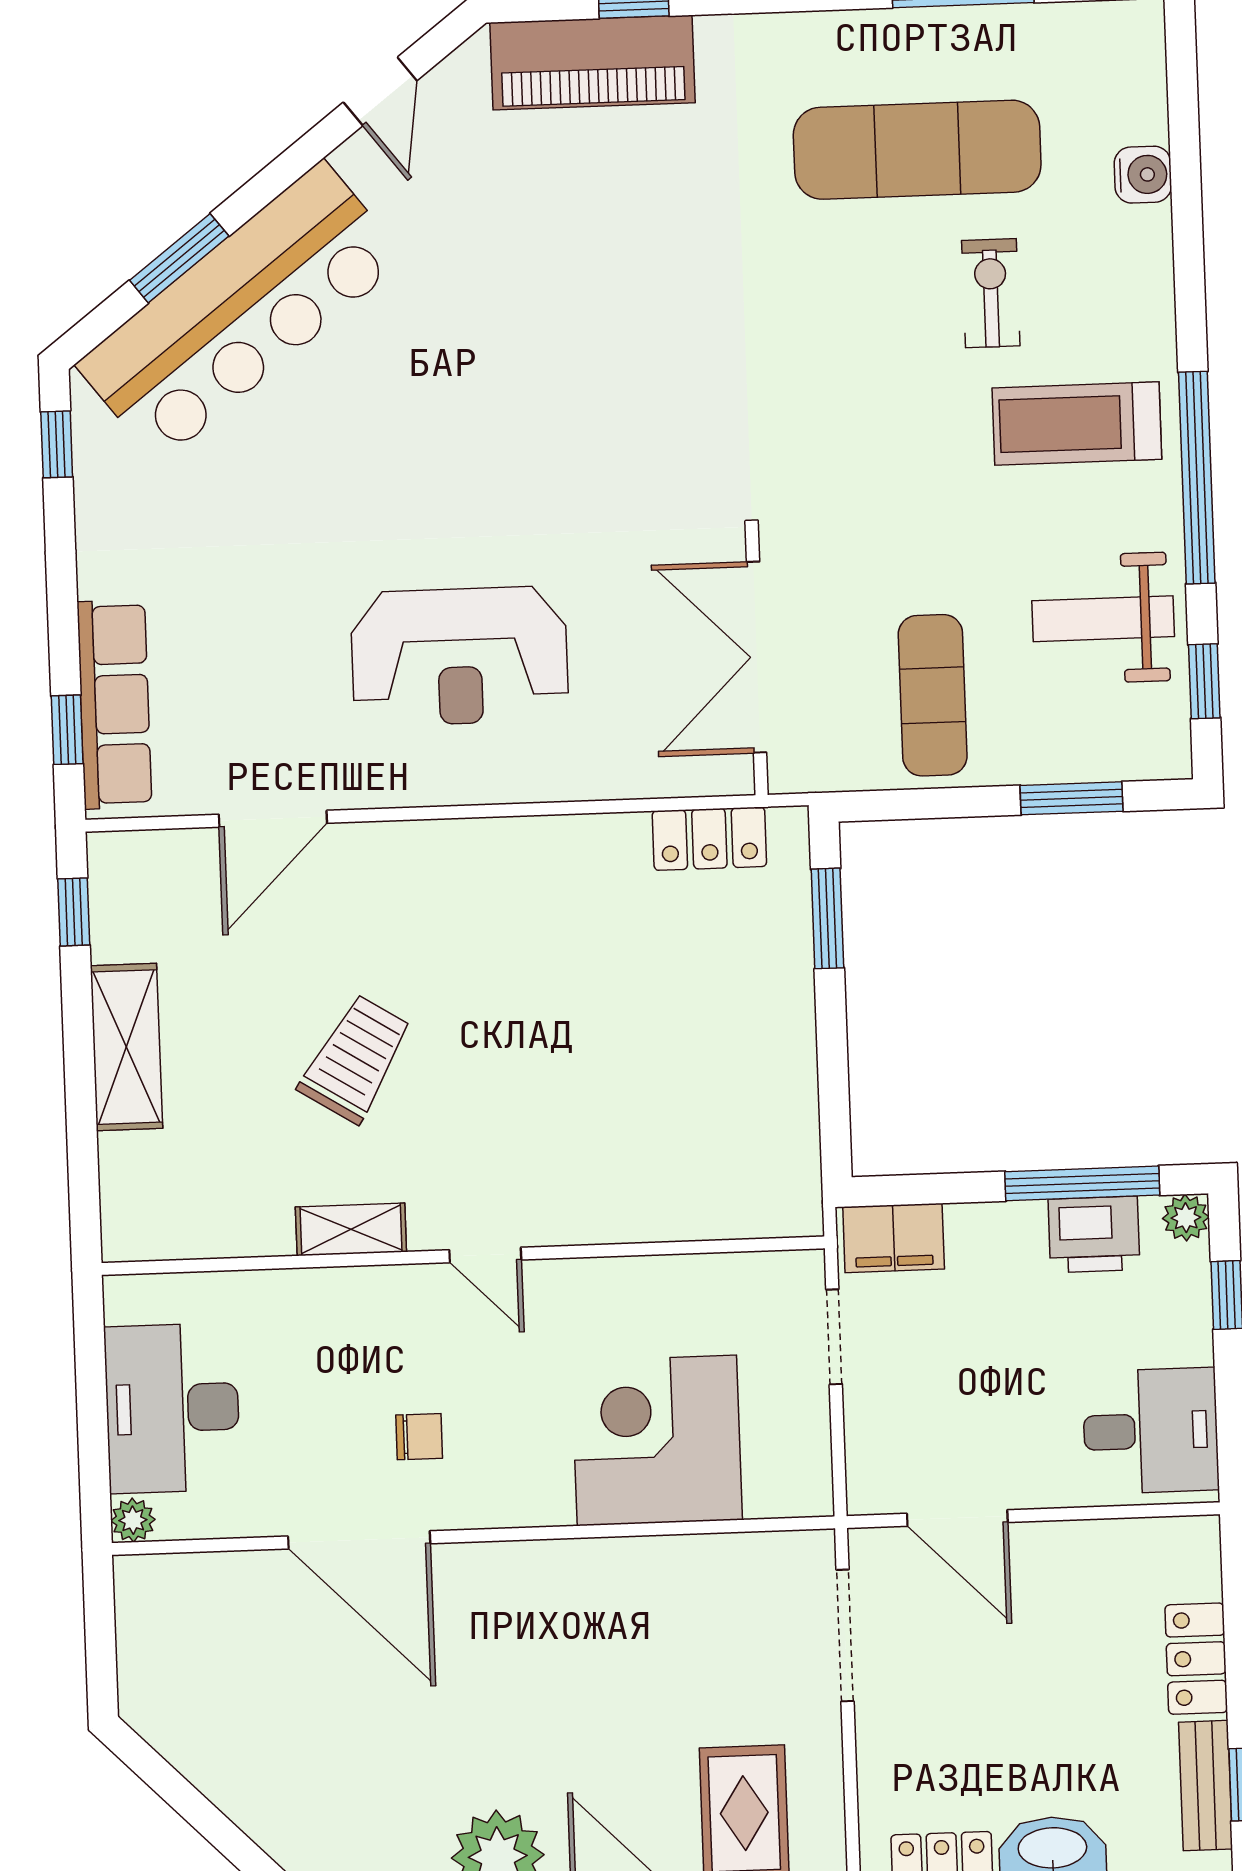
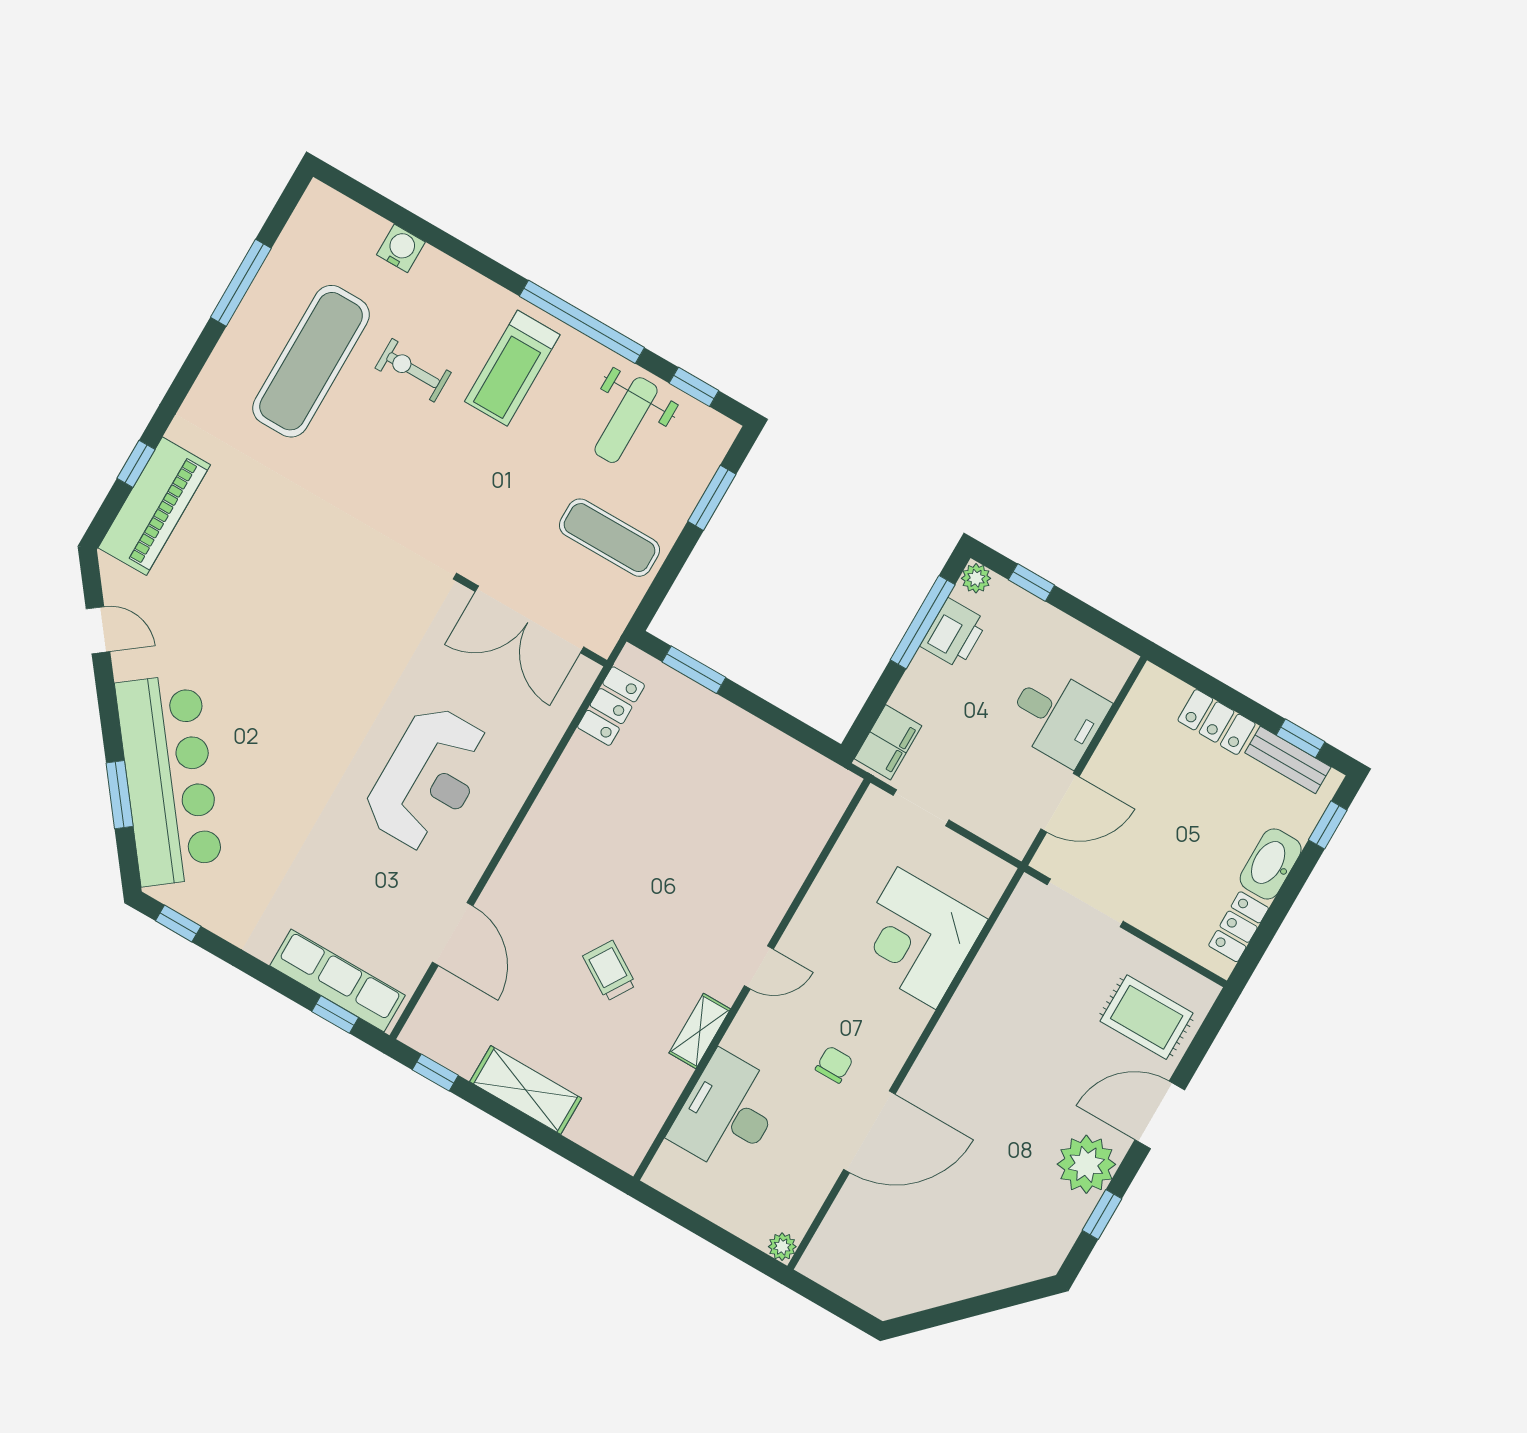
trolley: (355, 1059) -> (610, 971), width x0.73, depth x0.72
desk: (172, 1408) -> (727, 1113), moved, turned 90
desk: (1151, 1431) -> (1057, 716), moved, turned 90

